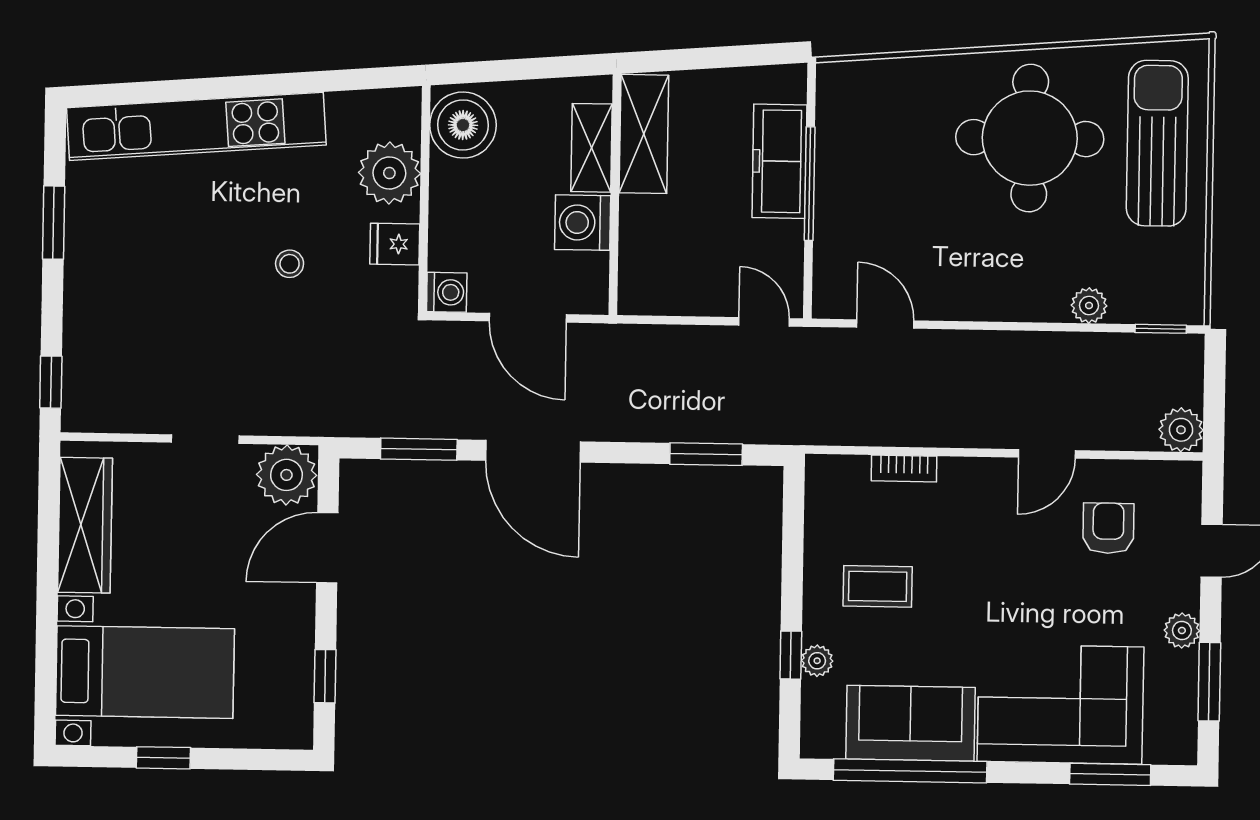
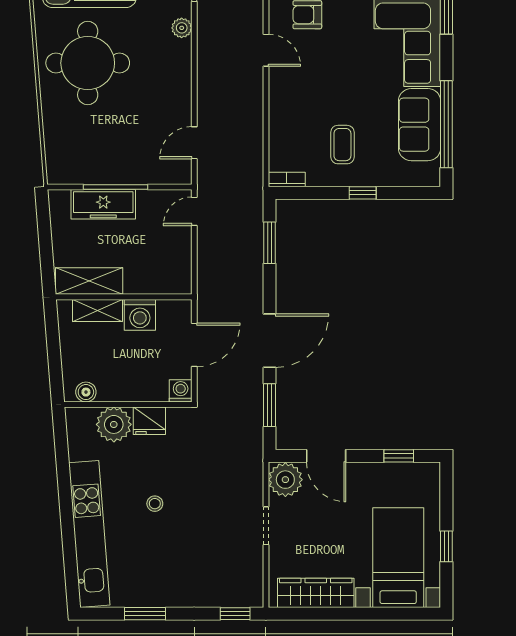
boiler: (463, 125) -> (86, 392), width x0.54, depth x0.54
fridge: (395, 244) -> (149, 421), width x1.38
stool: (290, 264) -> (155, 504), moved
bookcase: (904, 469) -> (287, 180), moved, turned -90
window: (791, 655) -> (363, 193), moved
plant: (817, 661) -> (385, 178), removed

